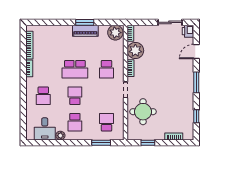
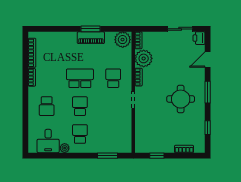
school desk: (75, 69) -> (80, 78), turned 180
school desk: (106, 69) -> (113, 78), turned 180
round table: (143, 112) -> (181, 99), moved
school desk: (75, 122) -> (80, 134), turned 180
school desk: (106, 122) -> (113, 134), removed

